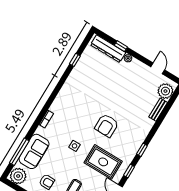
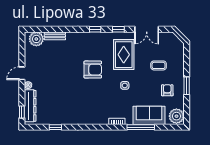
window: (121, 46) -> (22, 112), moved
door: (158, 68) -> (22, 73), moved
window: (19, 152) -> (141, 127), moved

